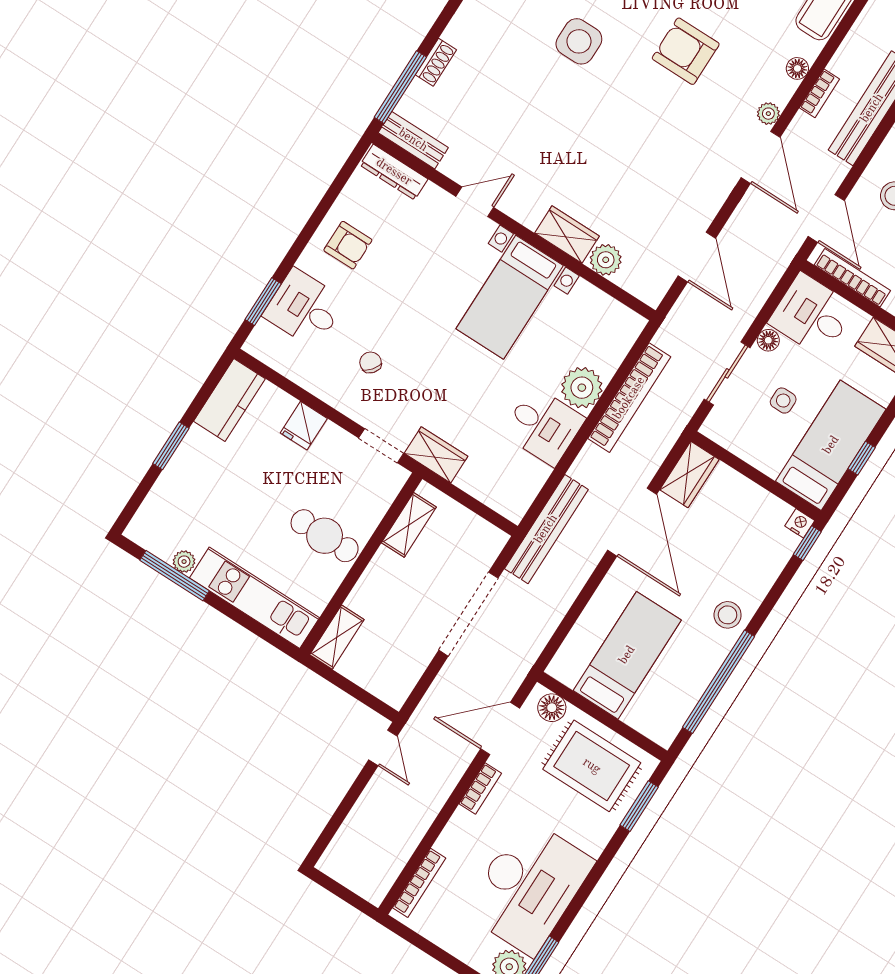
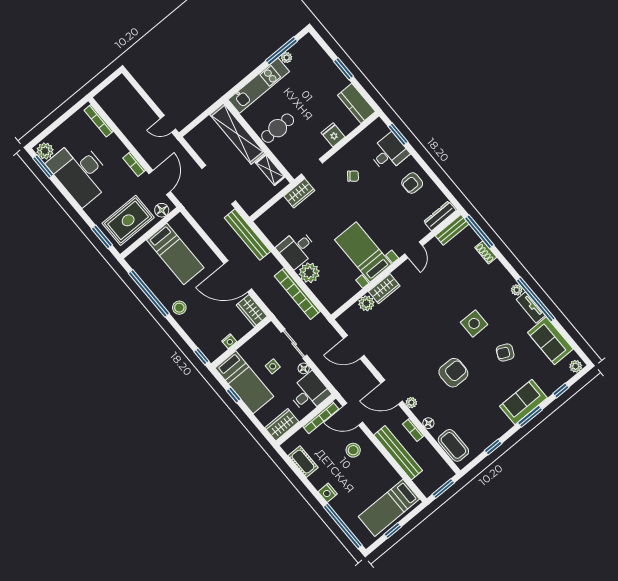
nightstand: (800, 523) -> (229, 341), moved
shelving: (337, 637) -> (237, 134), width x2.20, depth x1.33

